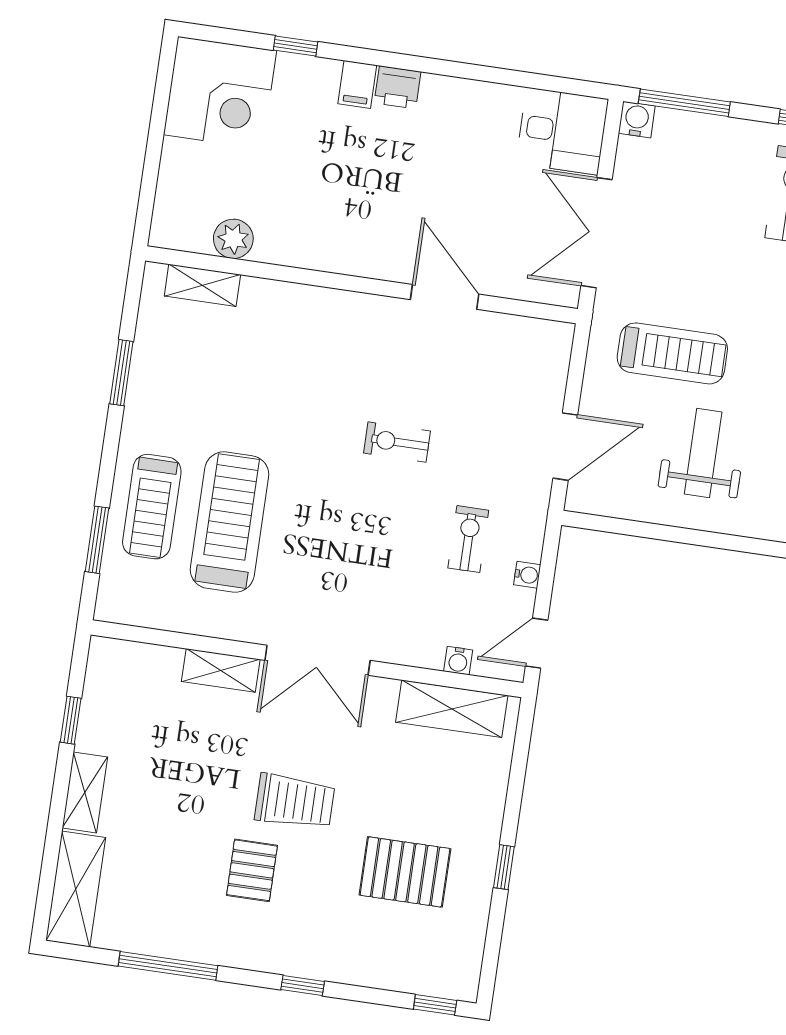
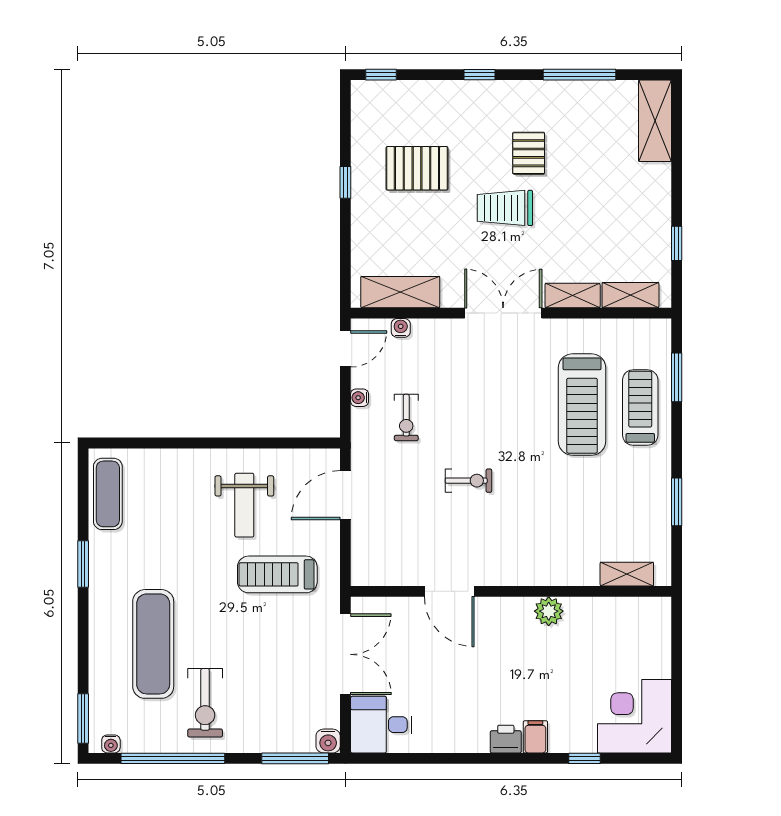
plant: (233, 239) -> (549, 611), moved
shelving: (85, 793) -> (630, 295), moved, turned 90

